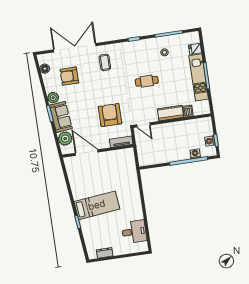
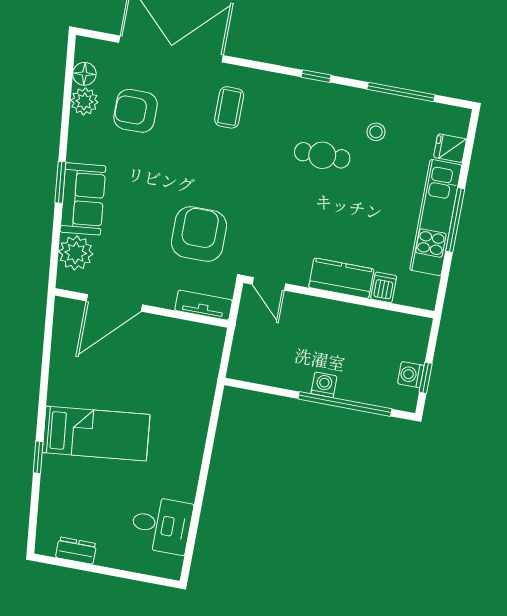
cafe table: (147, 81) -> (322, 155), moved
plant: (53, 98) -> (84, 101), moved
door: (87, 153) -> (114, 303), swing flipped
washing machine: (195, 154) -> (324, 385), moved

